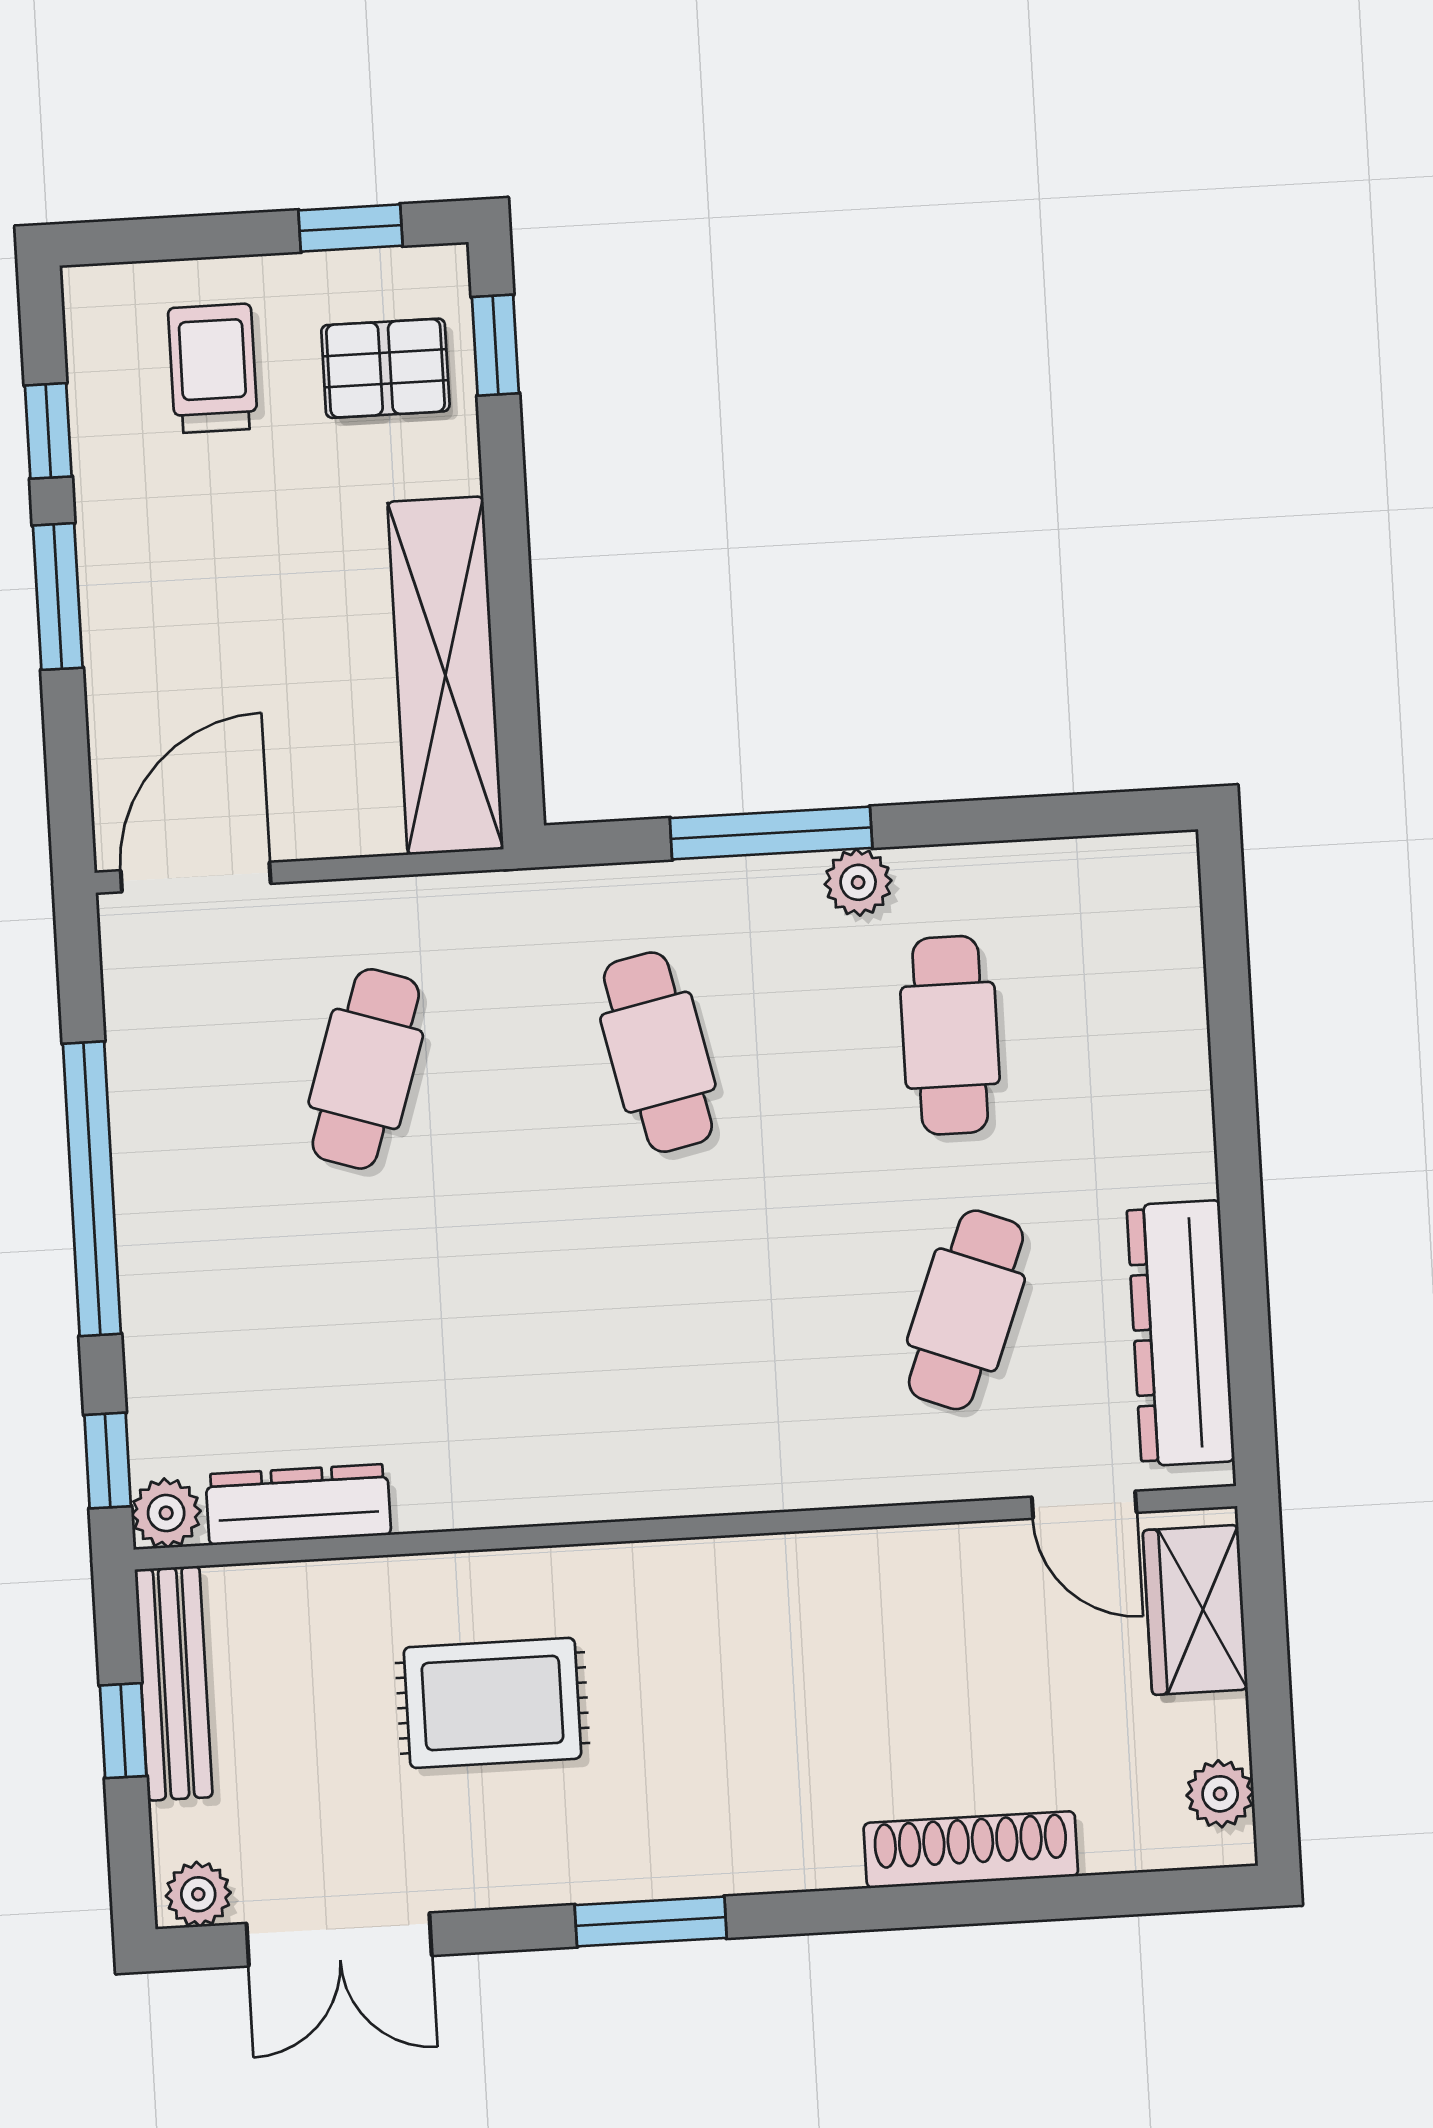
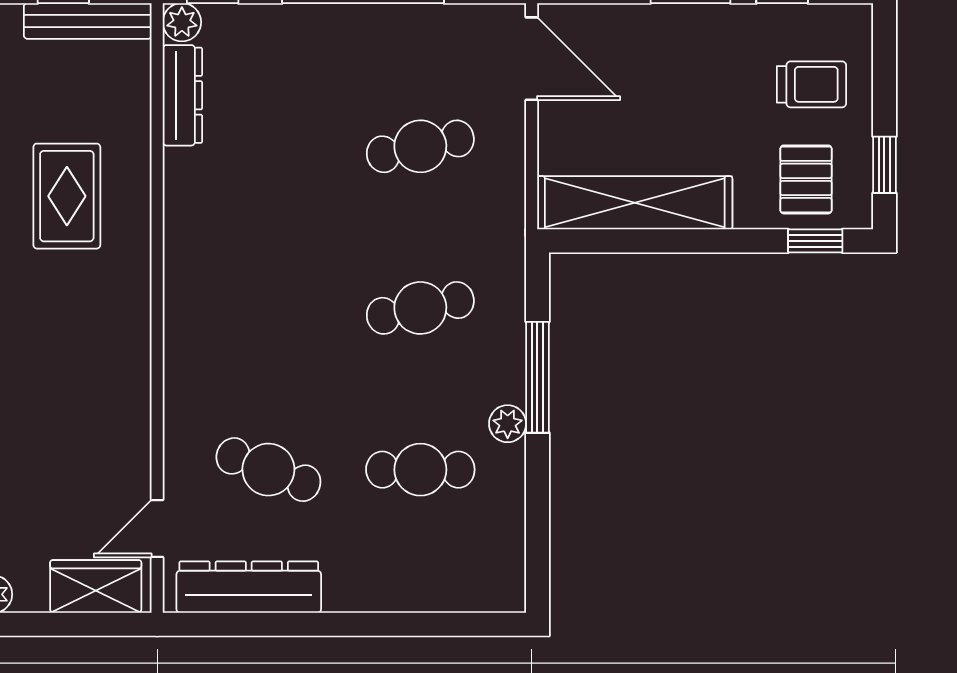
cafe table: (366, 1069) -> (420, 146), turned -30

